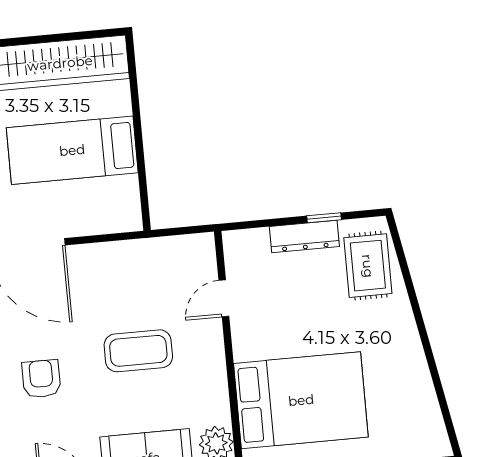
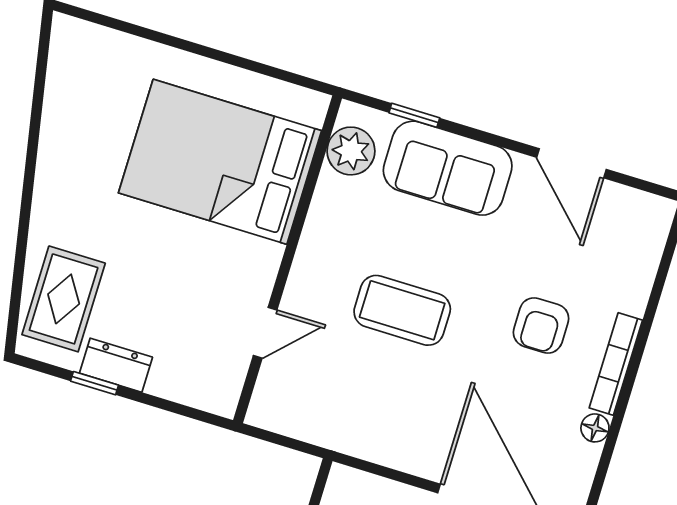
dresser: (304, 237) -> (116, 365), width x0.70

